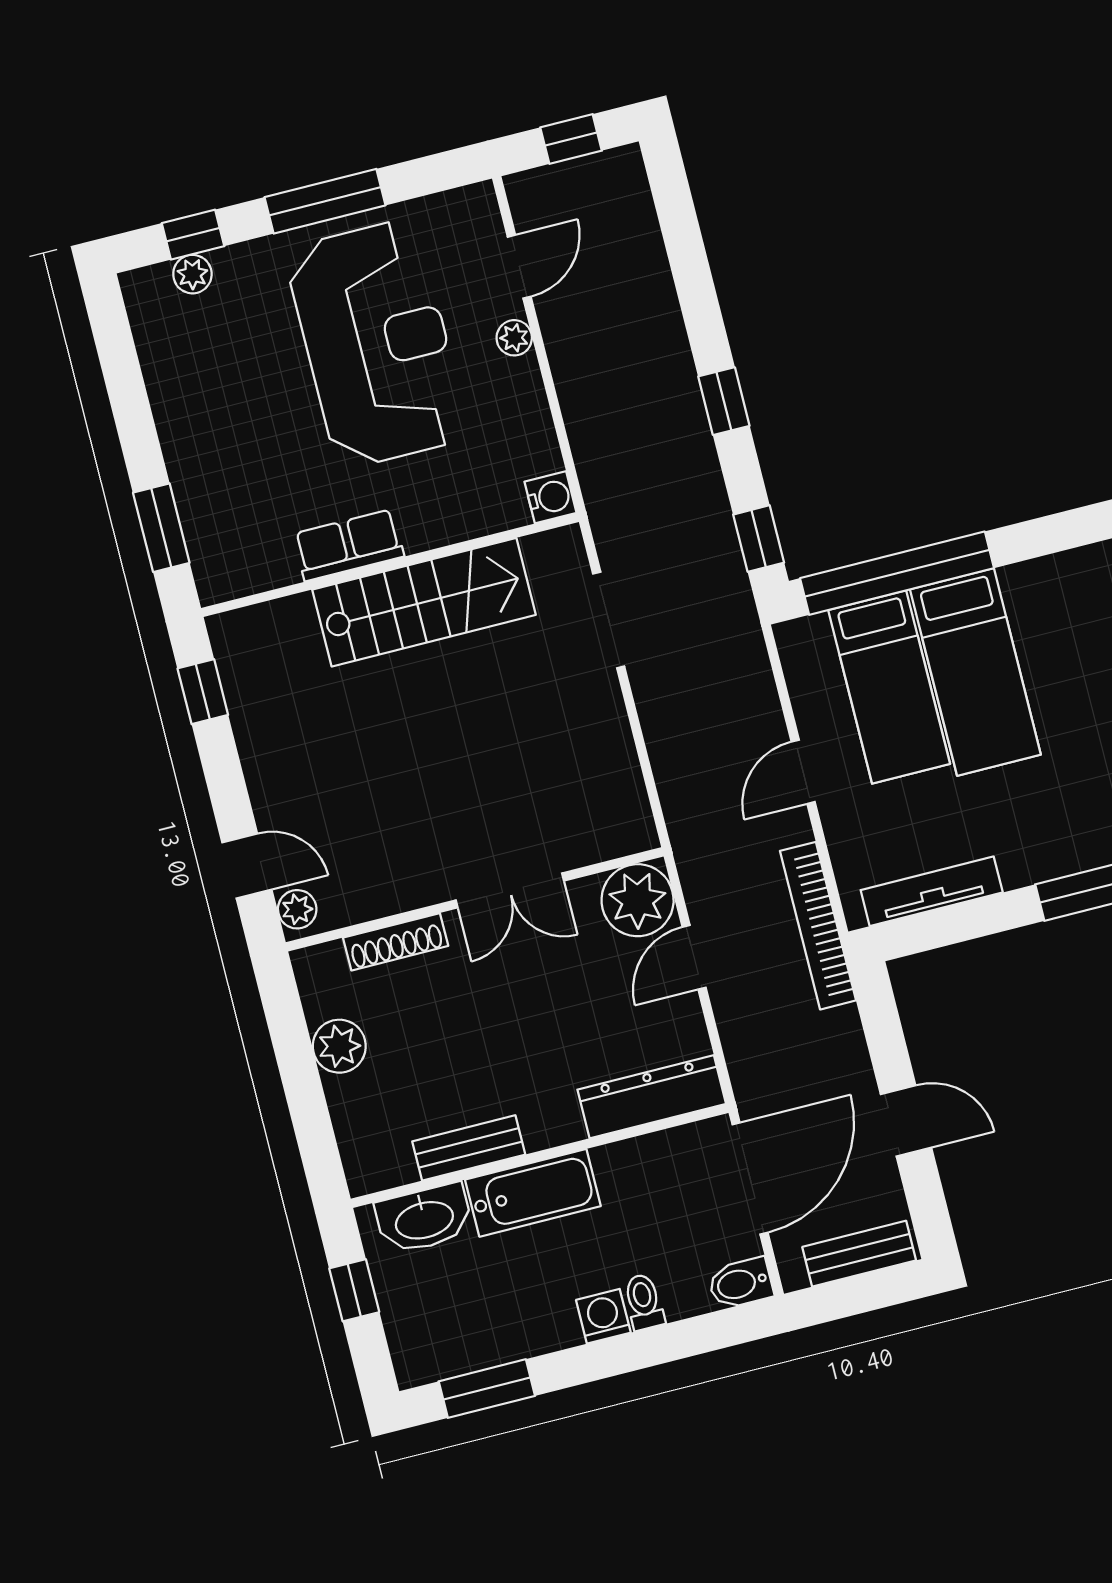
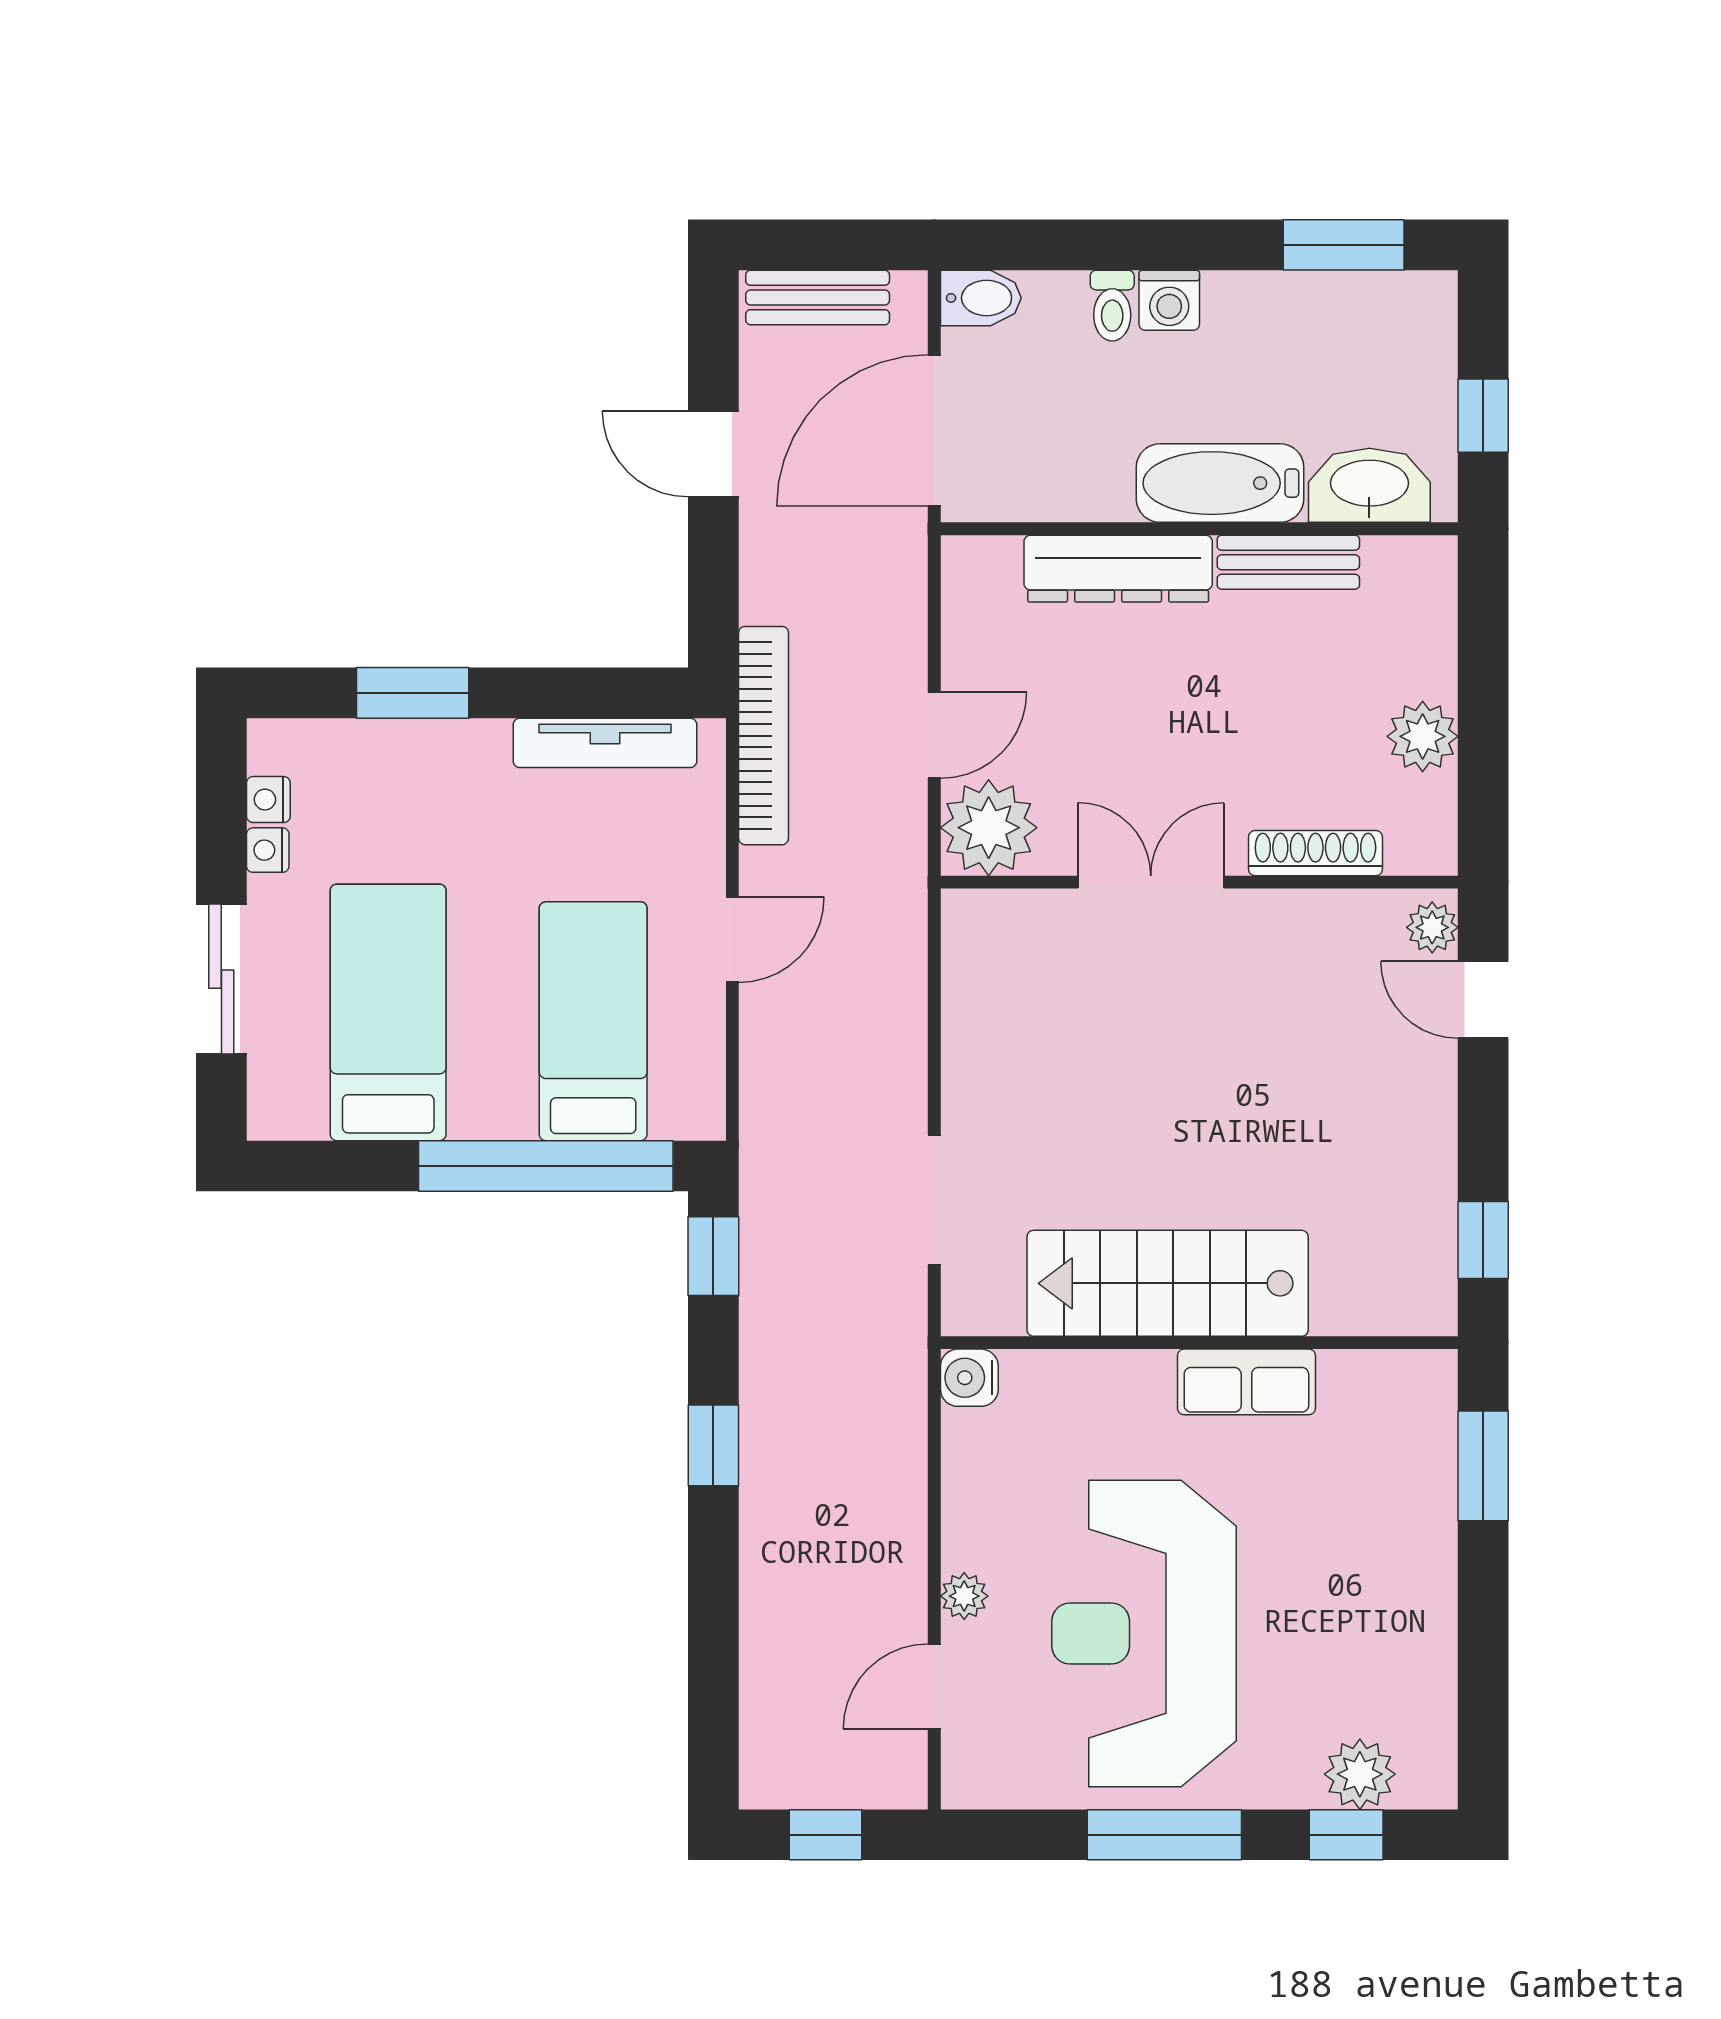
plant: (192, 274) -> (1360, 1774), width x1.38, depth x1.38
bed: (975, 672) -> (388, 1012), moved
dresser: (652, 1097) -> (1118, 569), moved

